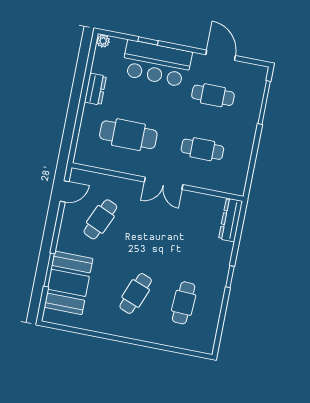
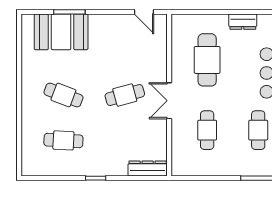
cafe table: (100, 219) -> (125, 95), moved, turned -39

